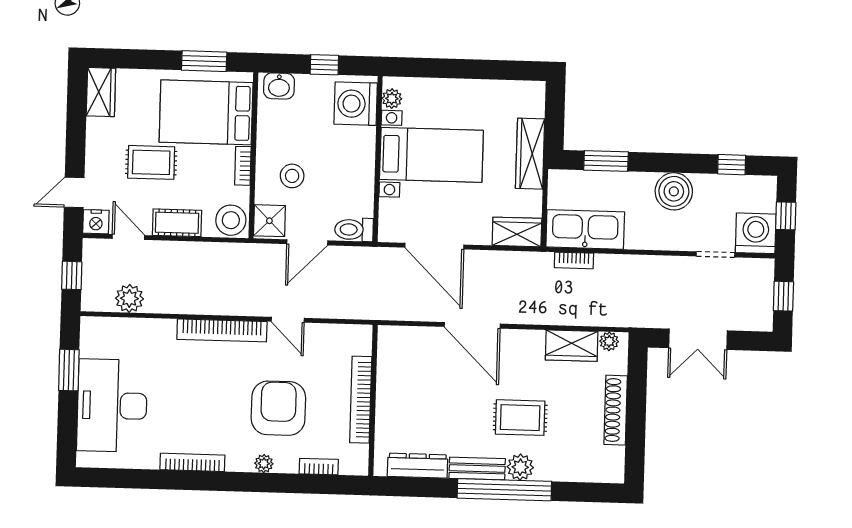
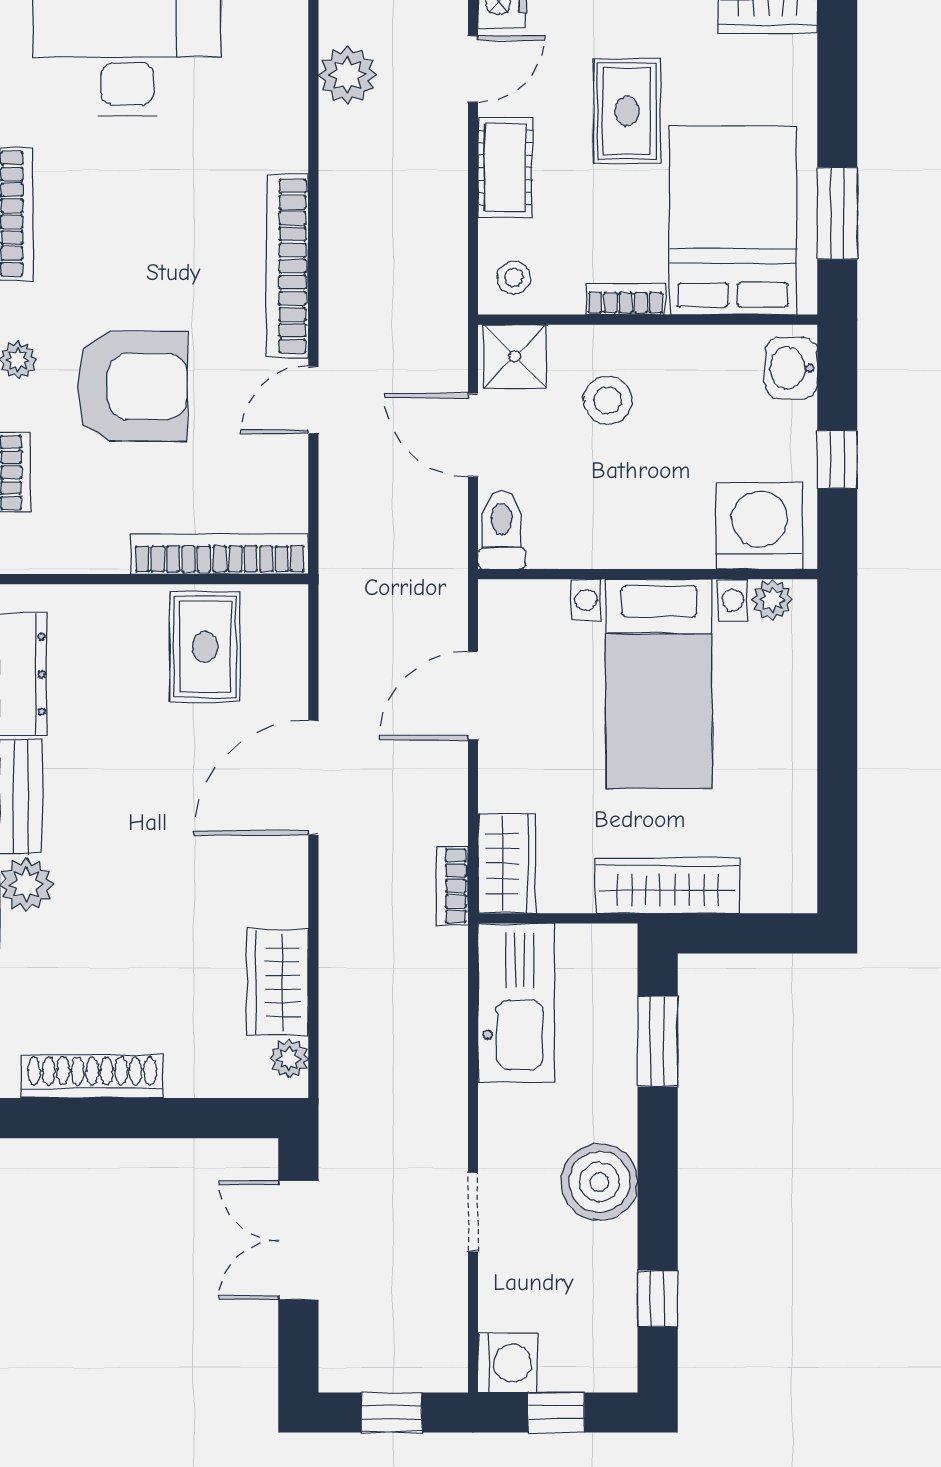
stool: (231, 220) -> (514, 278), width x0.53, depth x0.53
washing machine: (756, 233) -> (508, 1363), width x0.73, depth x0.73
door: (434, 246) -> (473, 696), width x0.73
doorway: (715, 254) -> (473, 1212), moved
bookcase: (574, 260) -> (452, 886), moved
bookcase: (361, 400) -> (220, 554), moved
shoe rack: (616, 410) -> (92, 1076), moved
rug: (520, 418) -> (205, 647), moved

